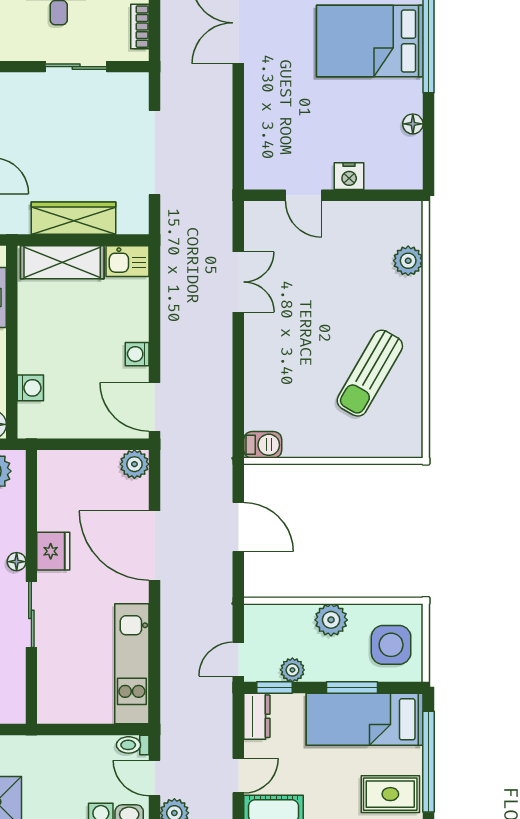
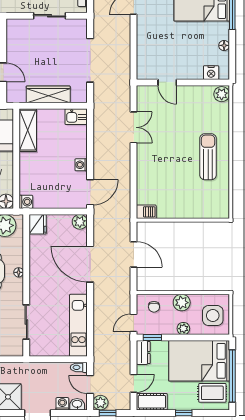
nightstand: (349, 176) -> (211, 73), moved
plant: (408, 261) -> (222, 94), moved
shelving: (62, 262) -> (28, 130), moved, turned 90
sun lounger: (370, 373) -> (208, 157), moved, turned 150
washing machine: (30, 388) -> (26, 202), moved
door: (154, 407) -> (90, 192), swing flipped
fridge: (53, 551) -> (38, 224), moved
sliding door: (31, 614) -> (26, 322), moved
chair: (278, 628) -> (154, 307), added
plant: (292, 670) -> (183, 329), moved
window: (352, 687) -> (192, 338), removed
bed: (365, 719) -> (199, 361), width x1.50

